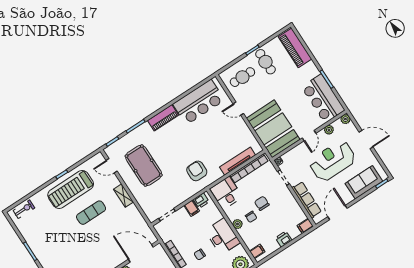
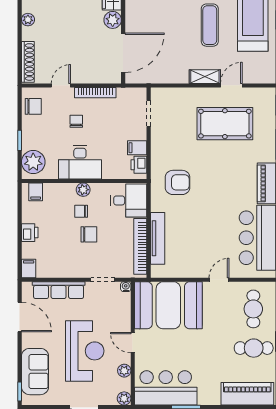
door: (112, 166) -> (231, 85), moved

